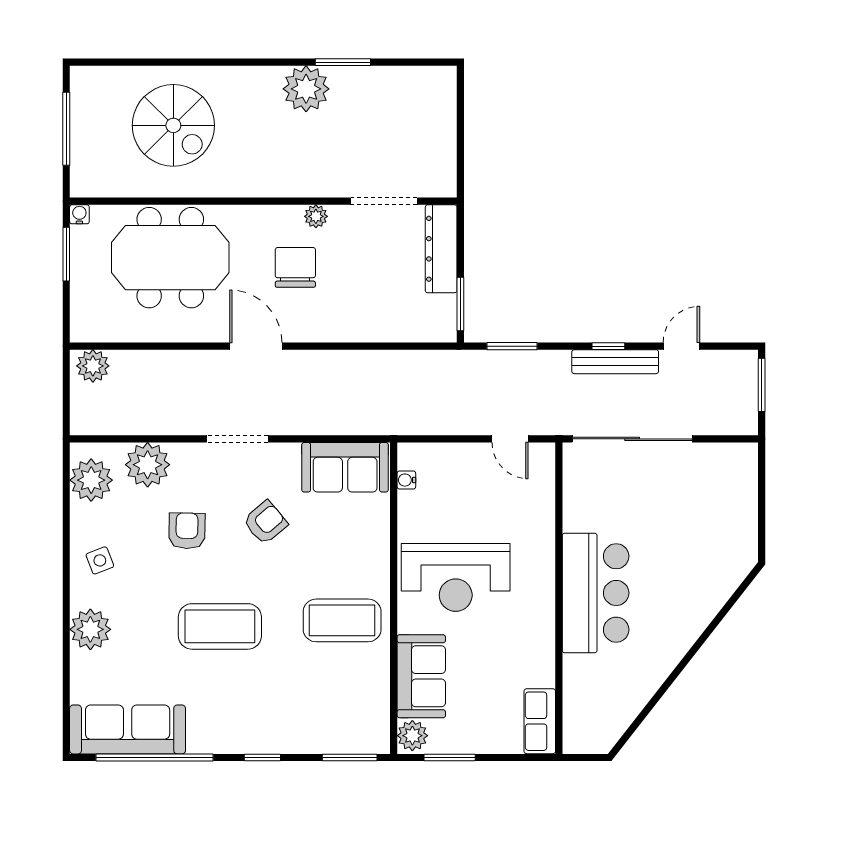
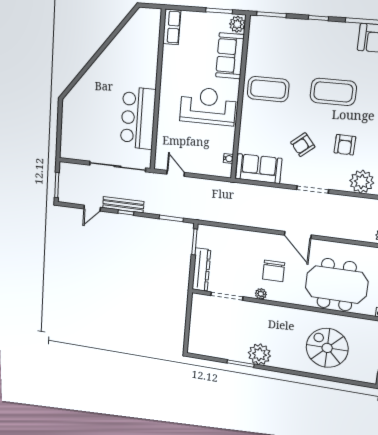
bar counter: (596, 593) -> (138, 118), moved

